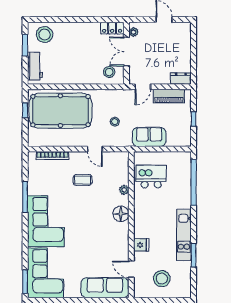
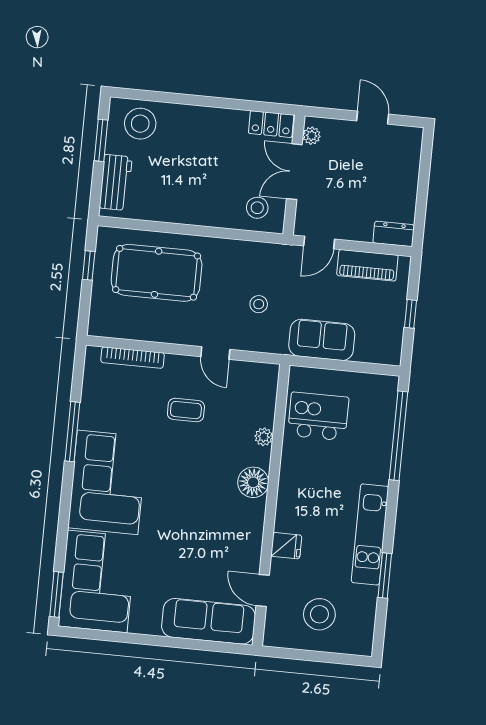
pool table: (60, 111) -> (157, 273), width x0.73, depth x0.76

